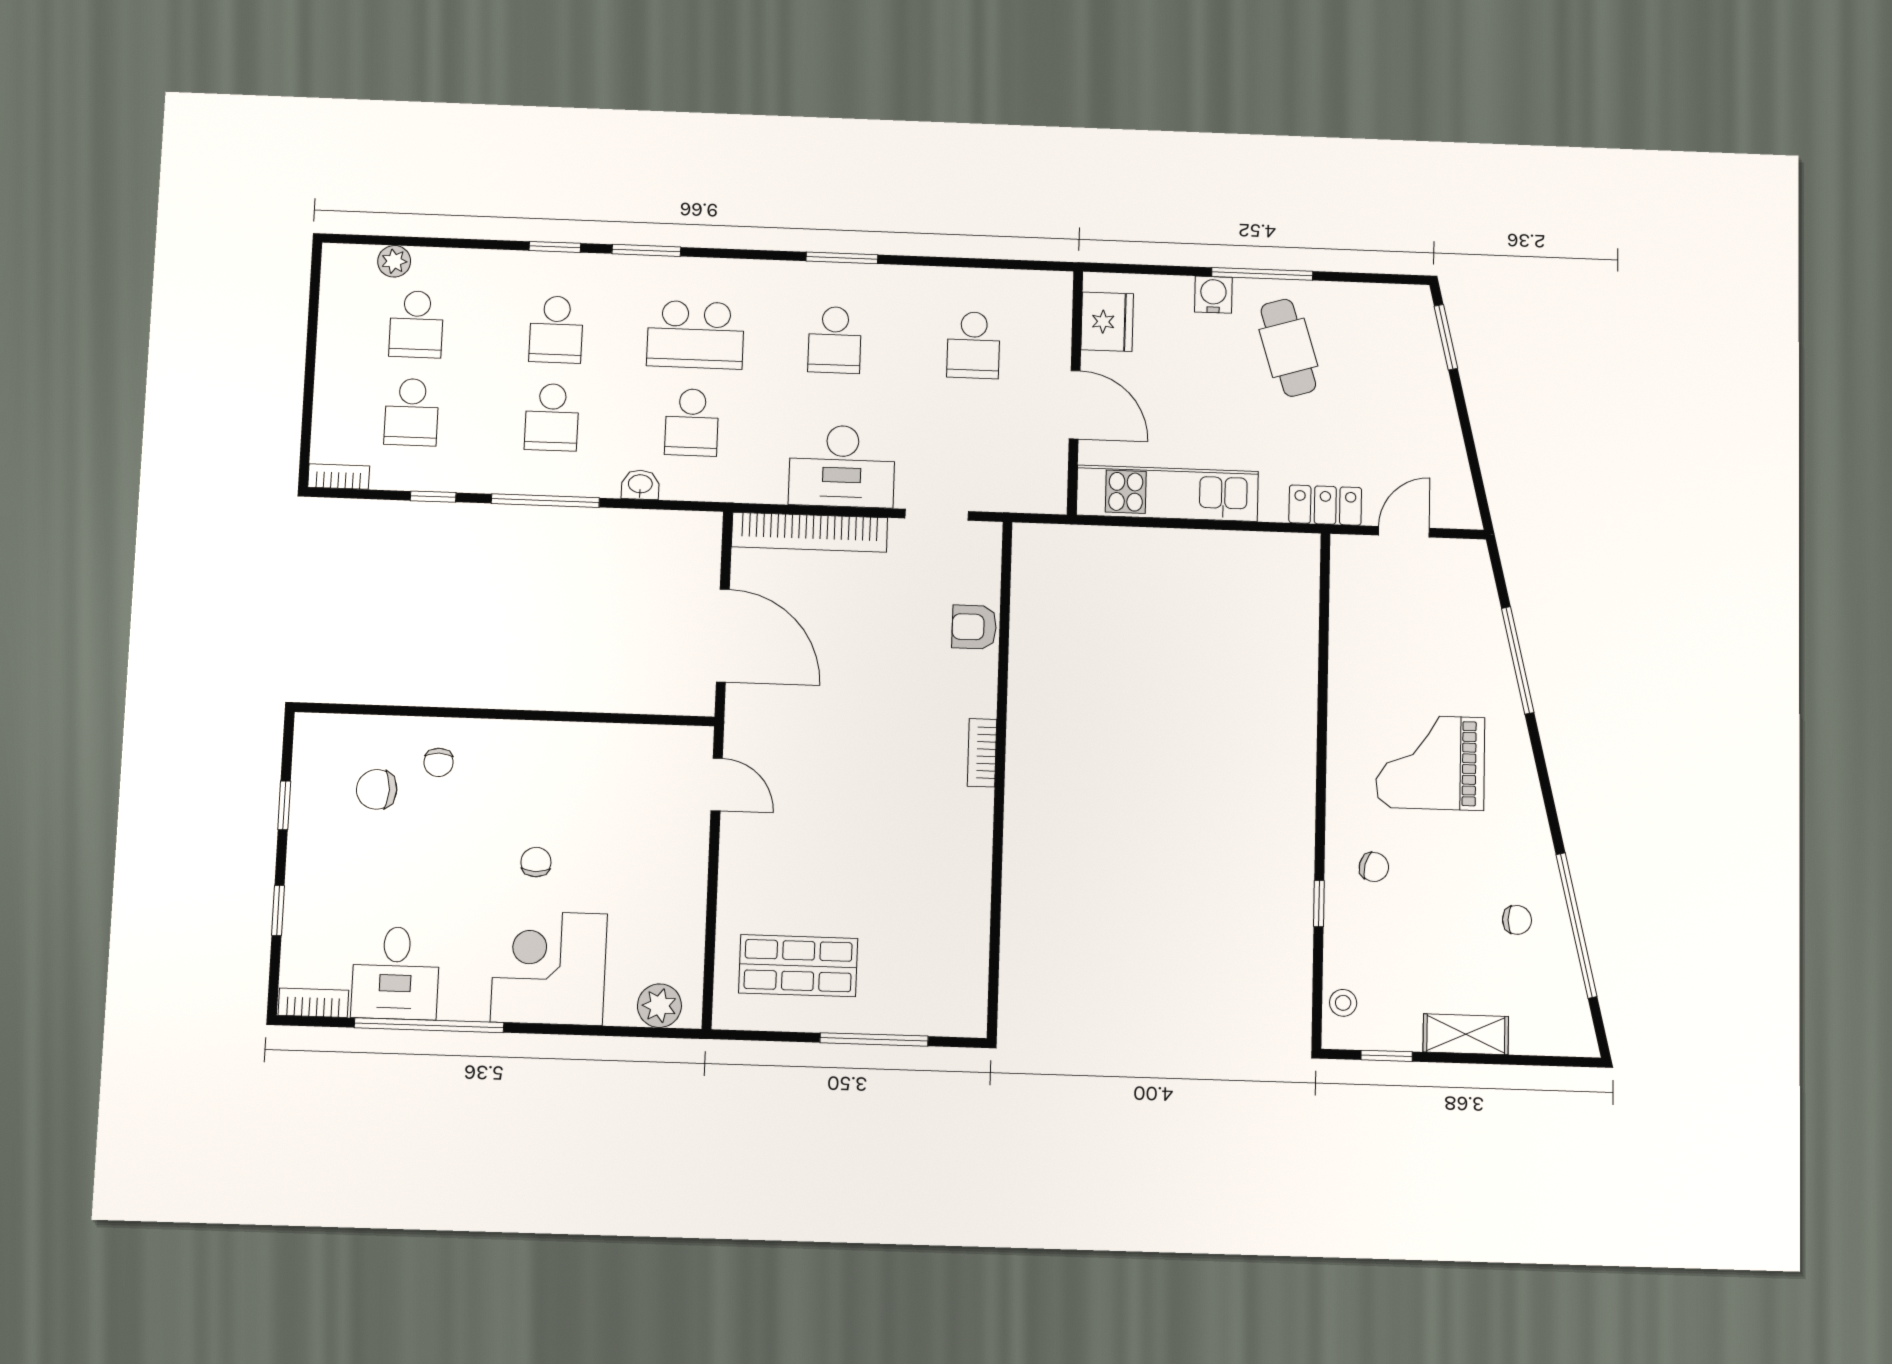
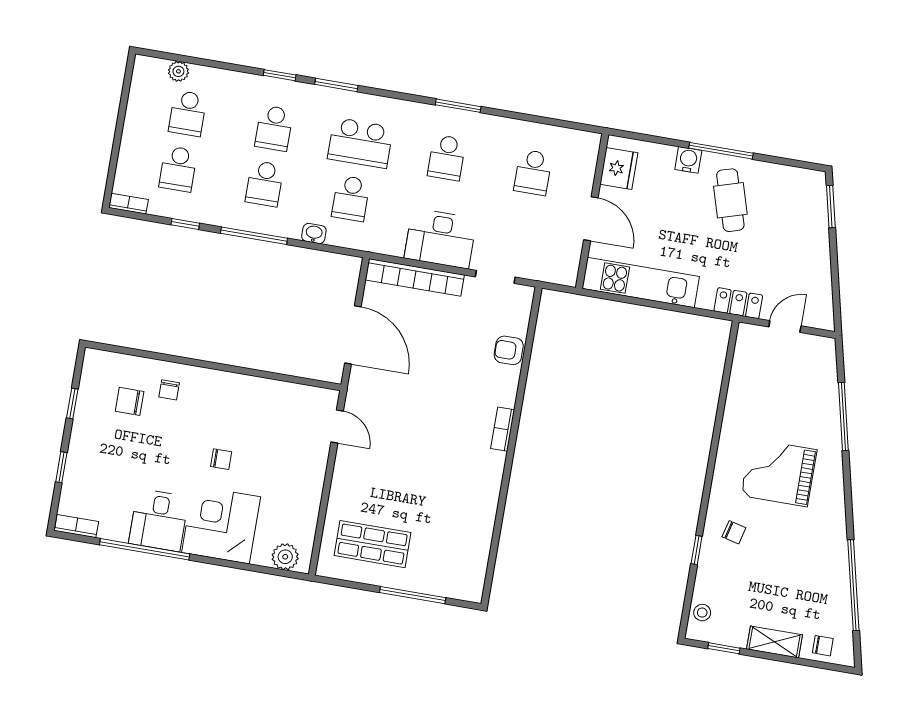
chair: (536, 862) -> (221, 459), turned 90
chair: (1517, 920) -> (823, 646), moved
desk: (396, 973) -> (159, 520), moved

